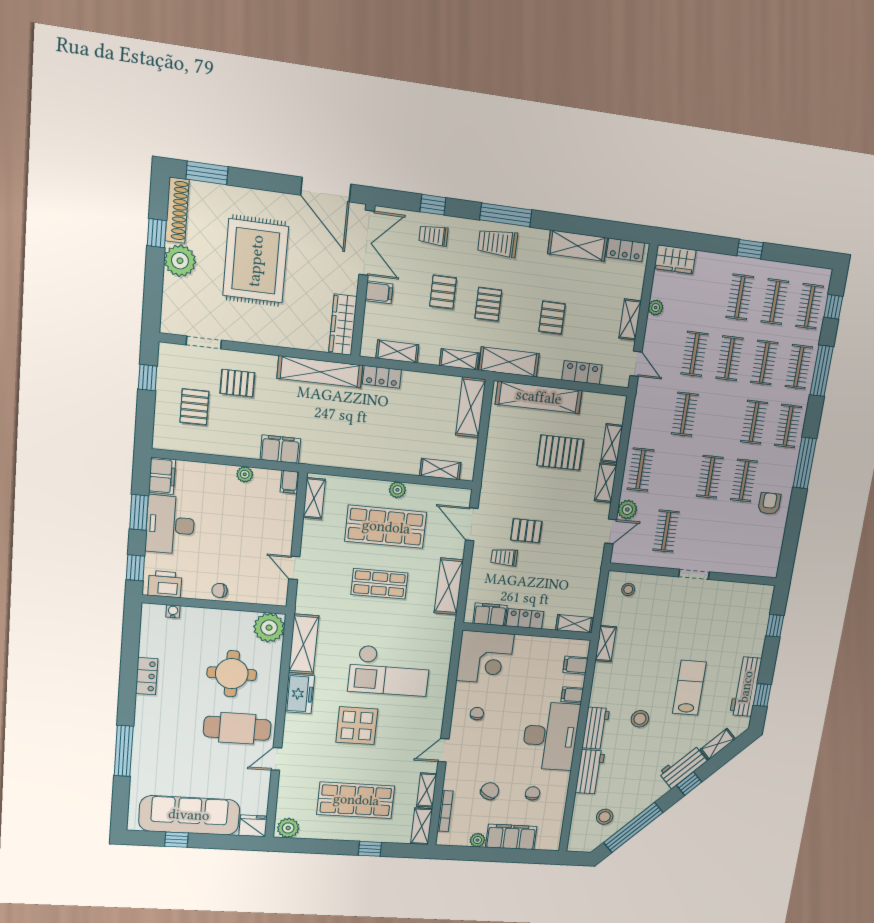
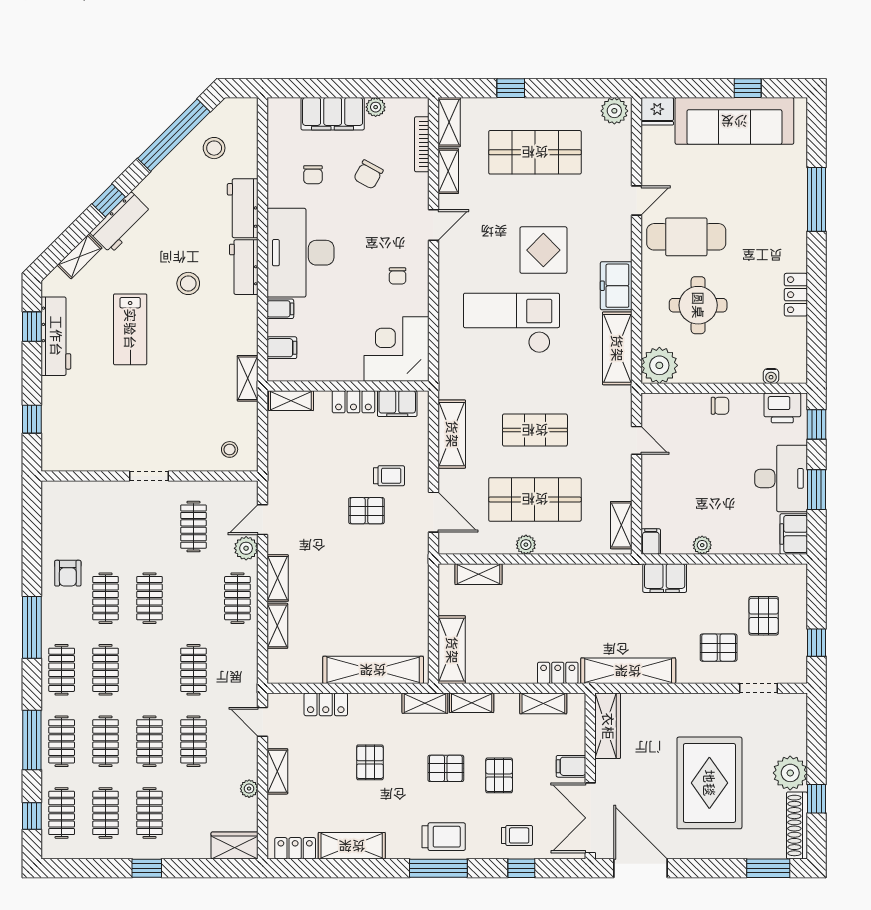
pallet: (488, 304) -> (446, 768), turned 90
shelving: (509, 362) -> (425, 703), width x0.67, depth x0.75
pallet: (560, 453) -> (338, 608), removed

